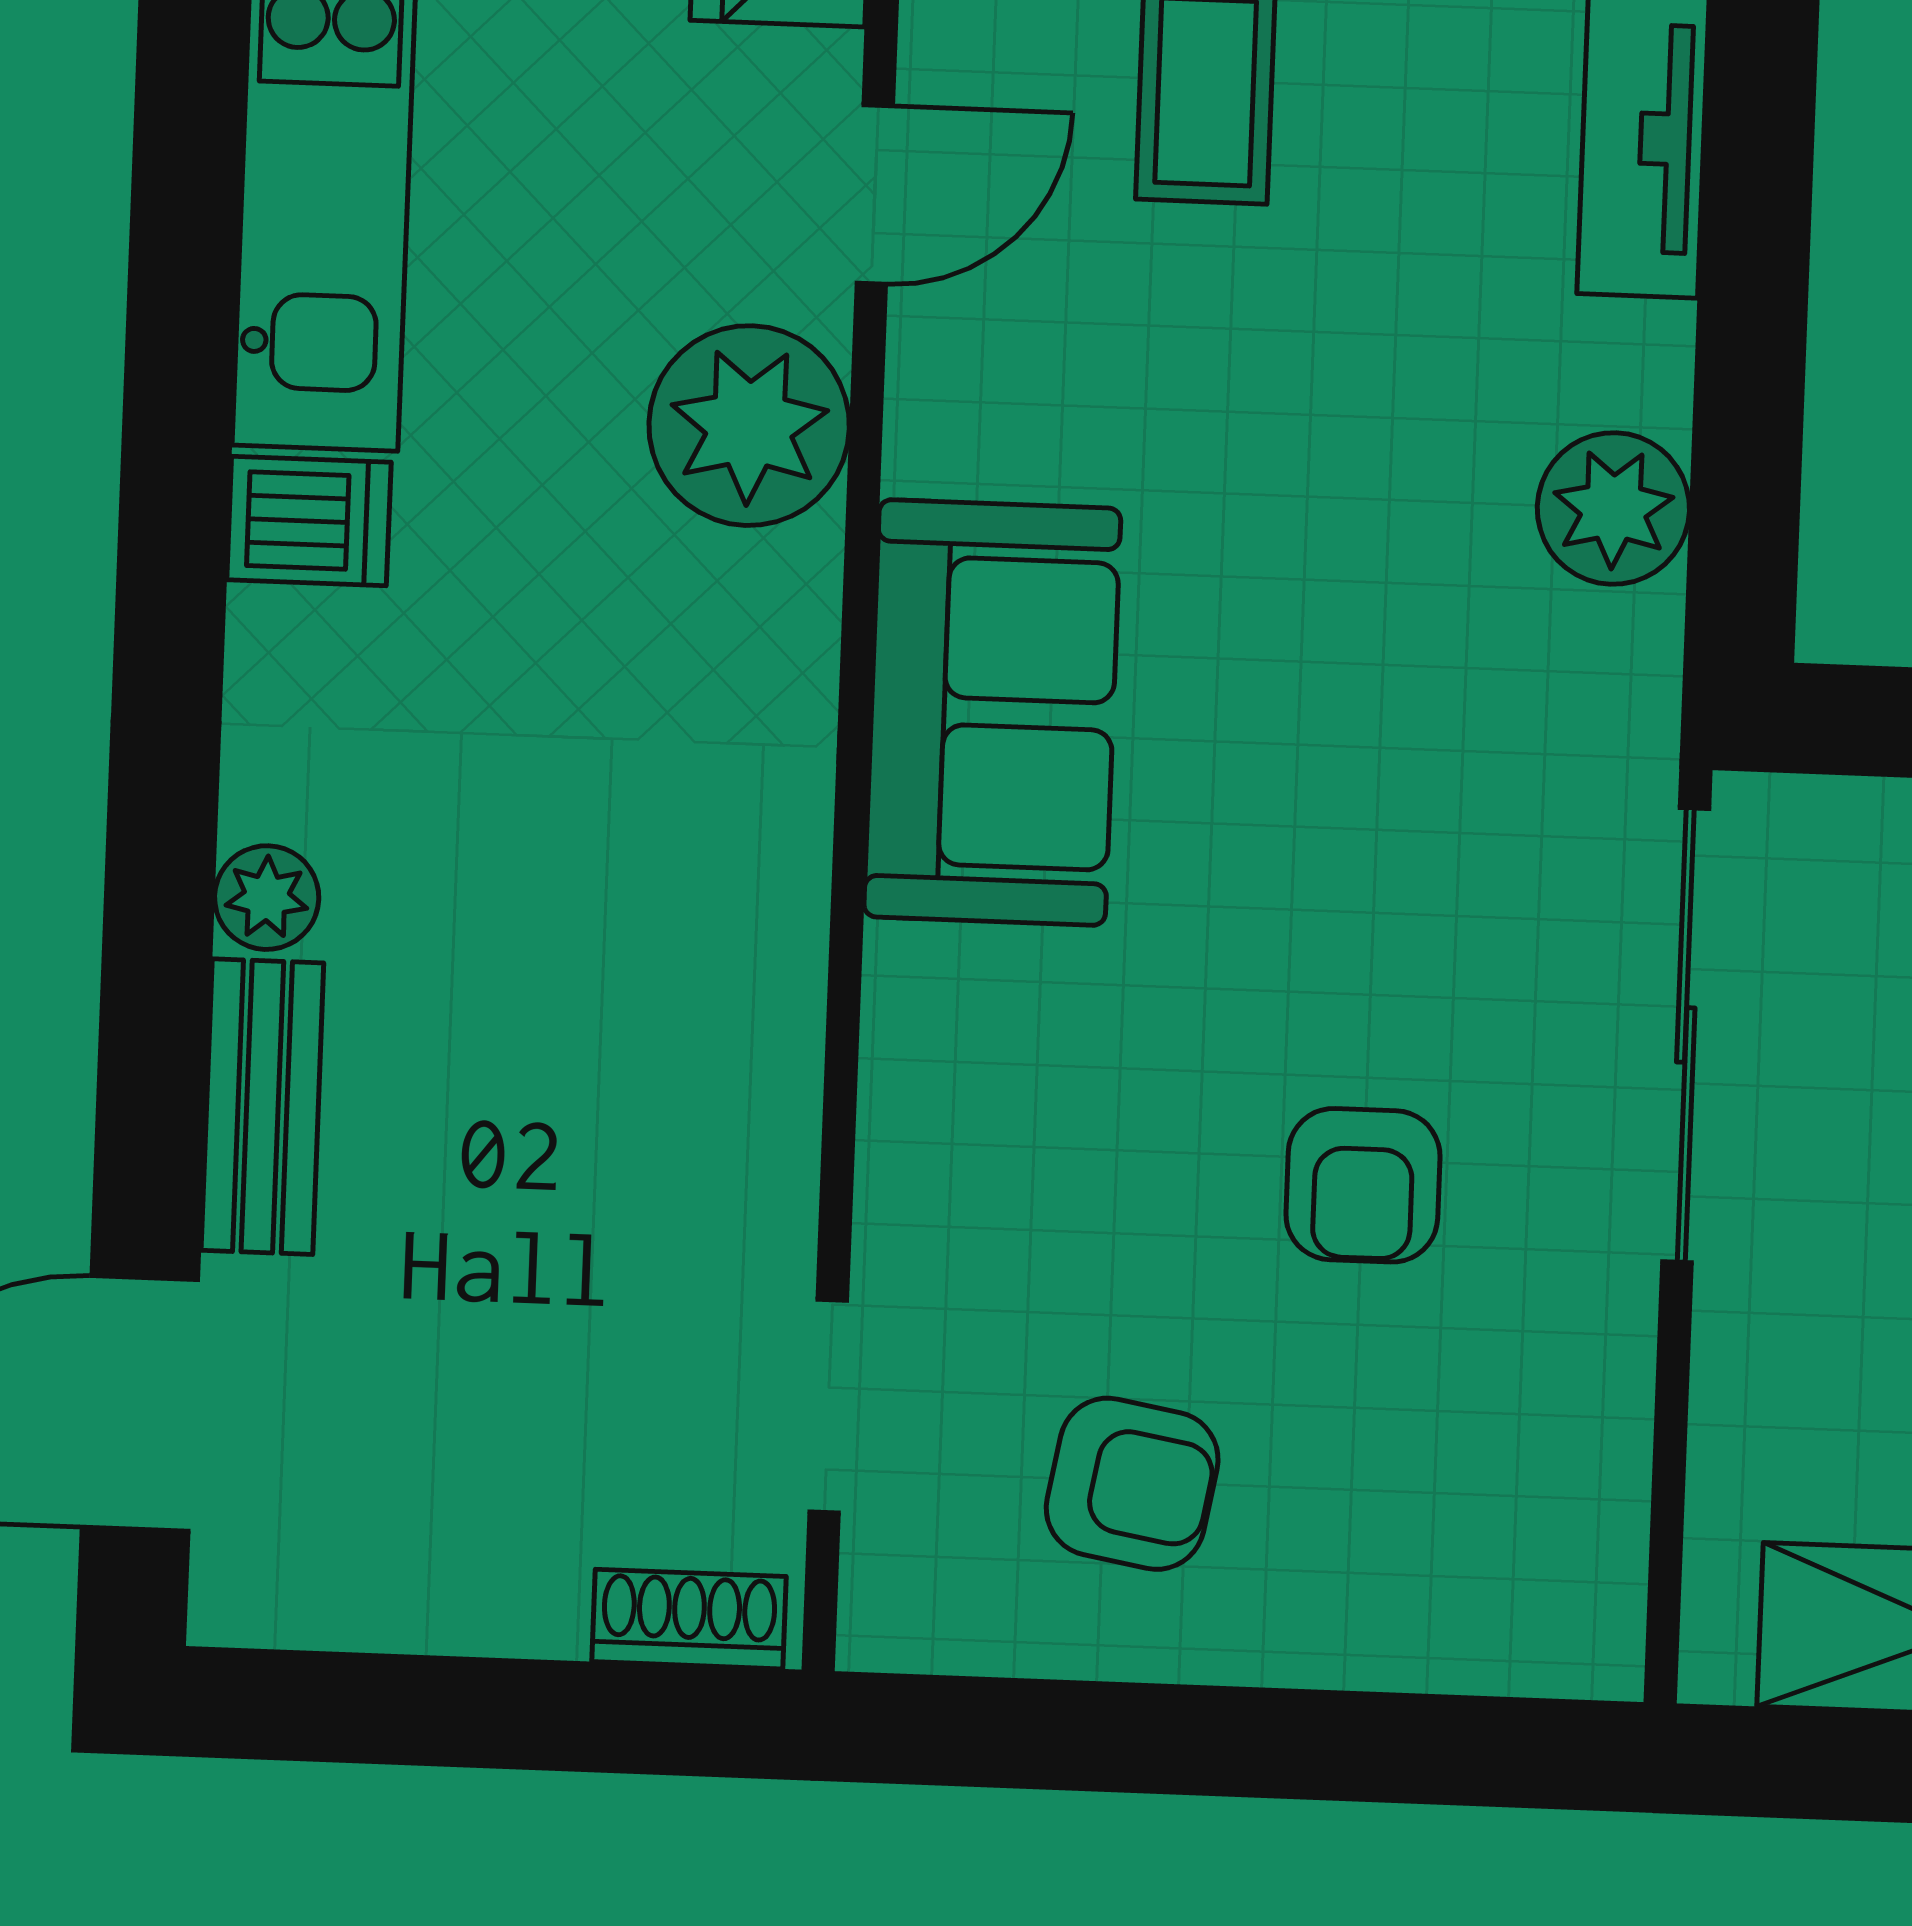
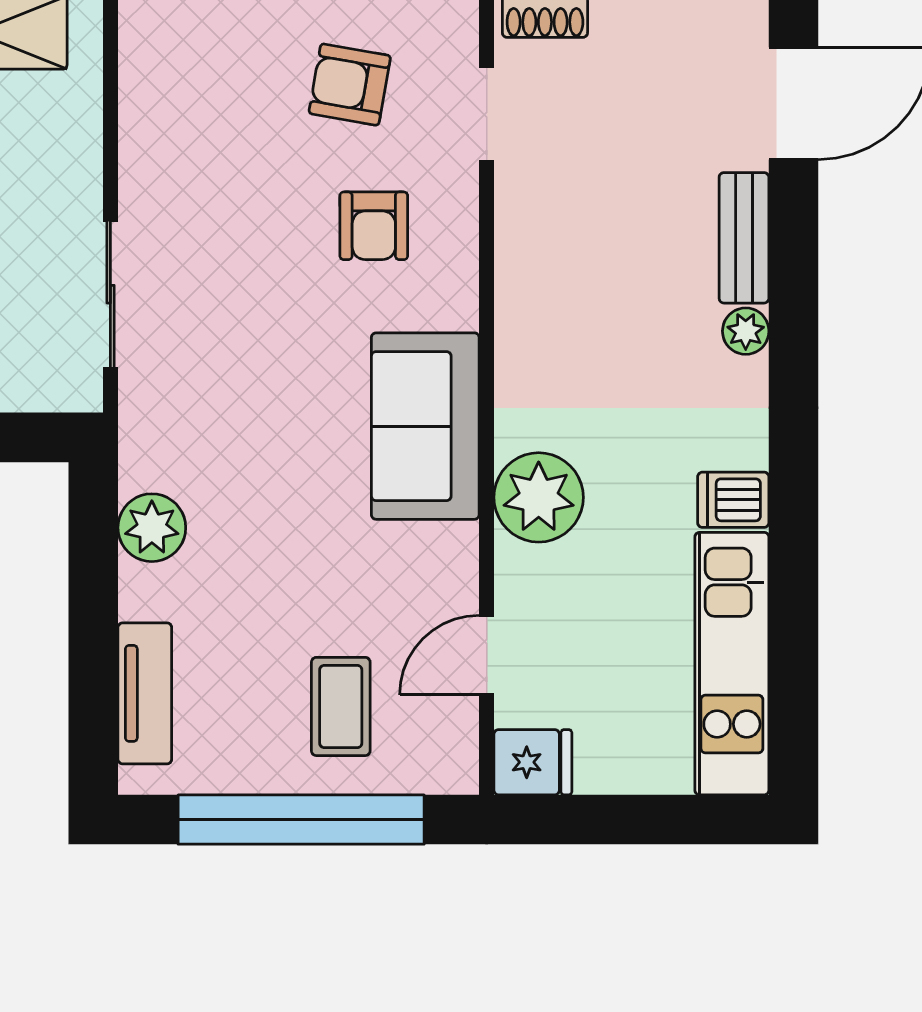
plant: (749, 426) -> (539, 497), moved
sliding door: (1686, 1035) -> (110, 294), width x0.73
armchair: (1363, 1185) -> (374, 226), moved, turned 180

